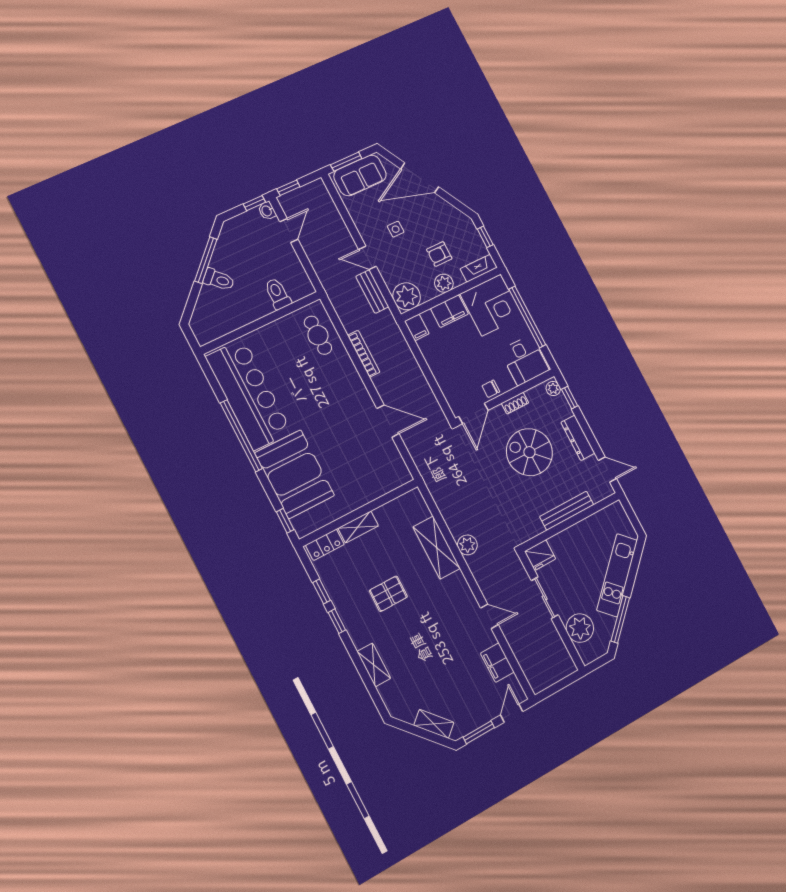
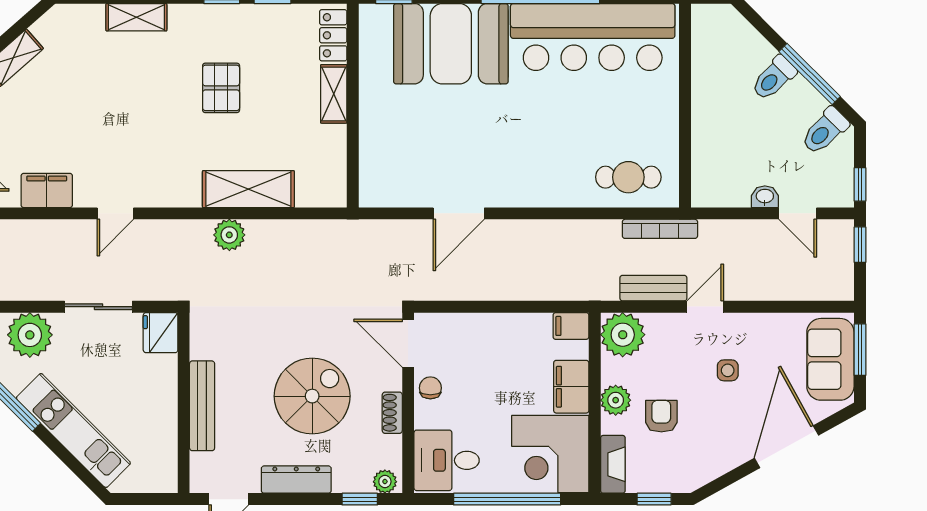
washbasin: (267, 211) -> (765, 197), moved
toilet: (278, 294) -> (825, 131), moved, turned 135
bookcase: (364, 354) -> (660, 229), moved

